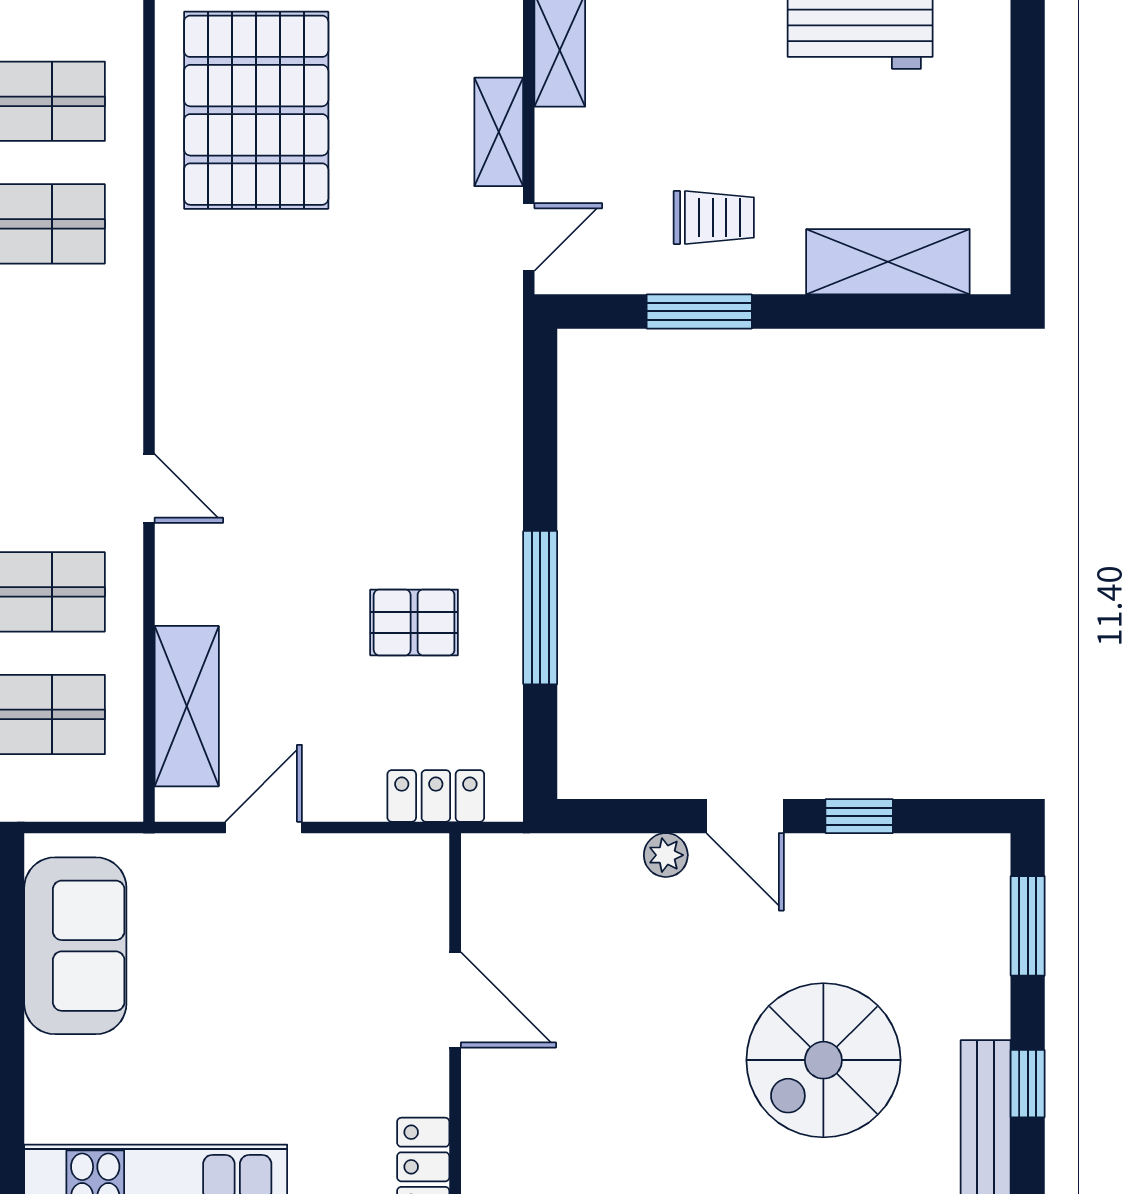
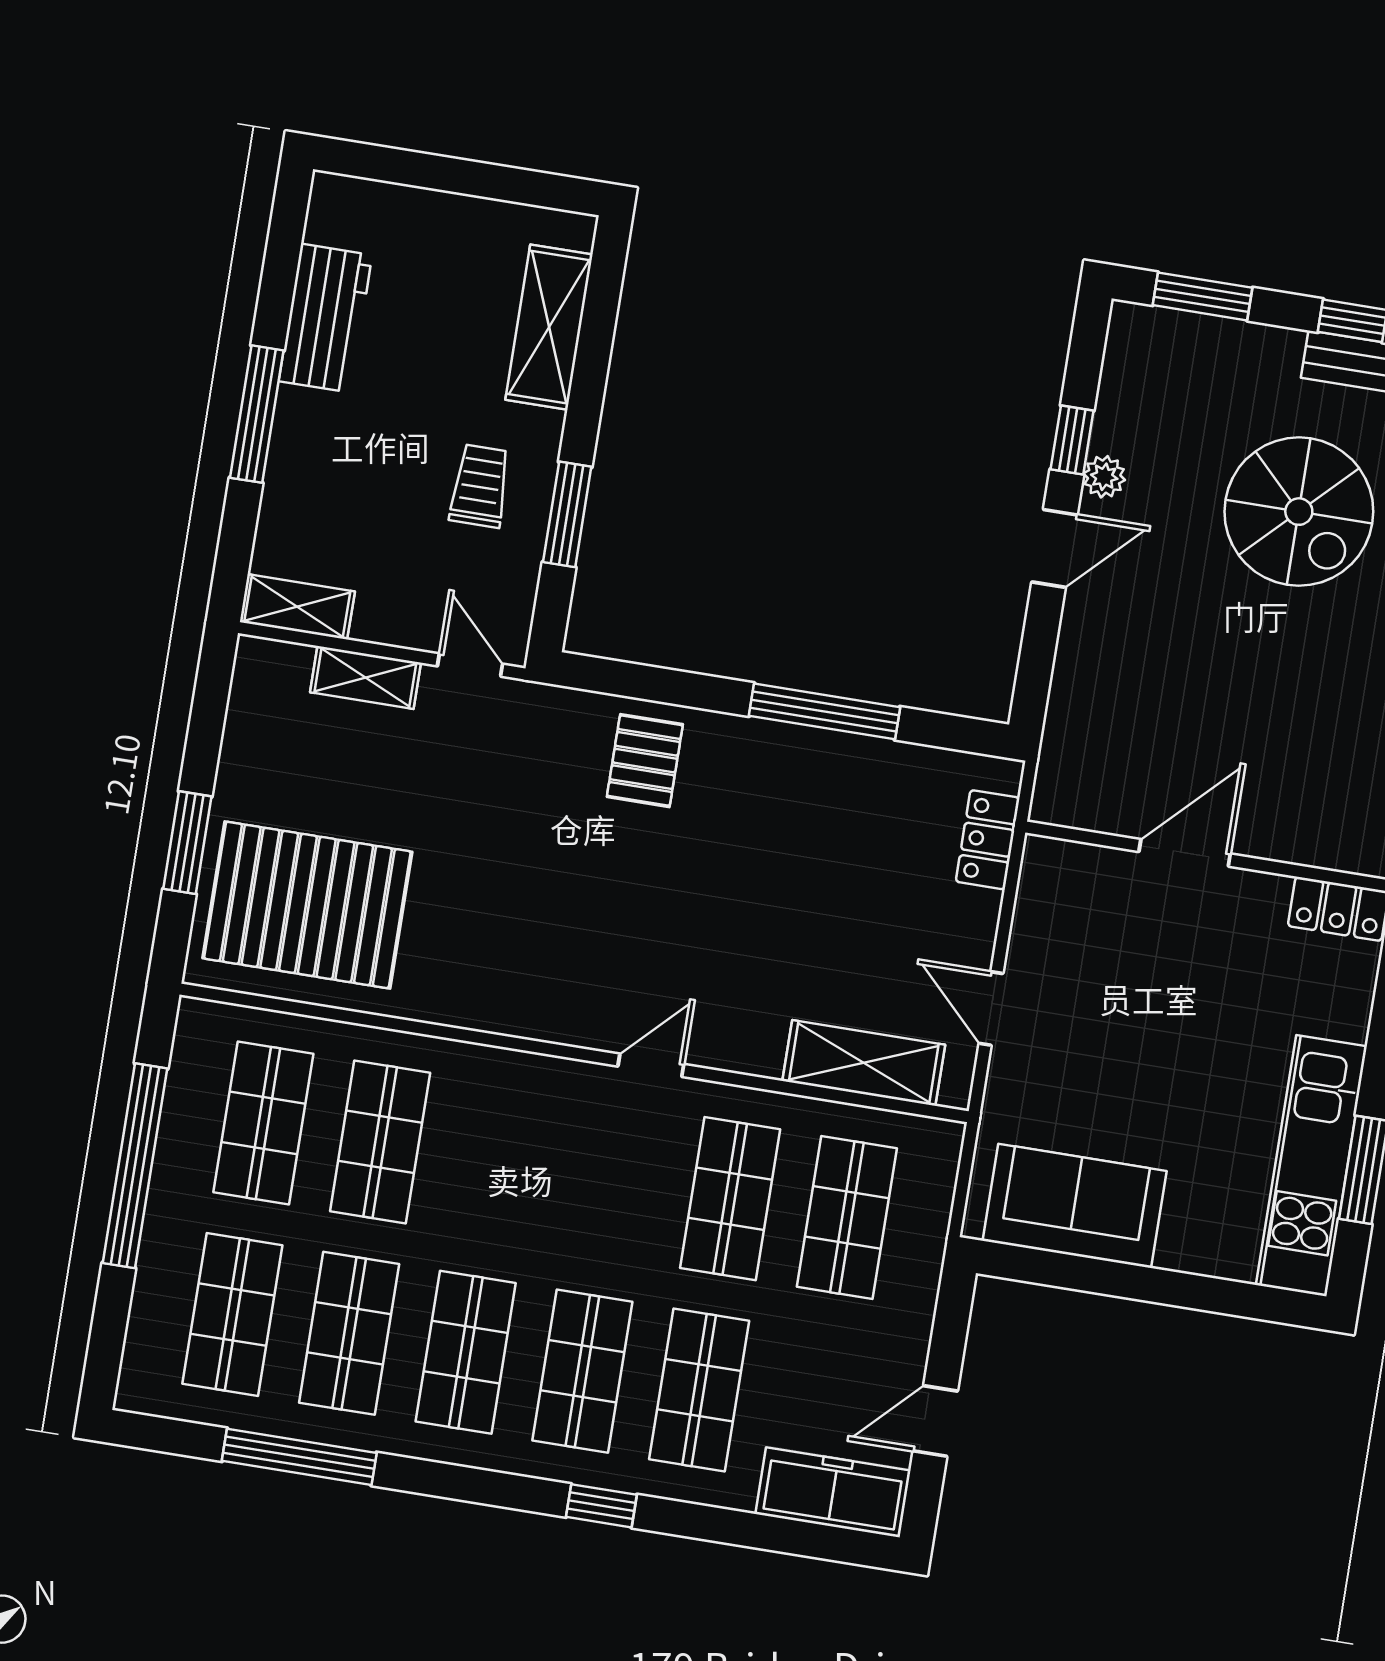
pallet: (414, 622) -> (645, 761), moved
plant: (666, 855) -> (1104, 477), moved

